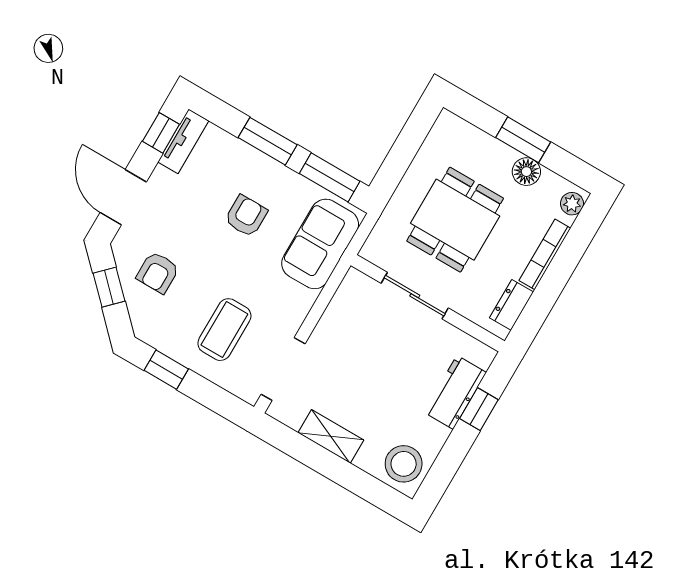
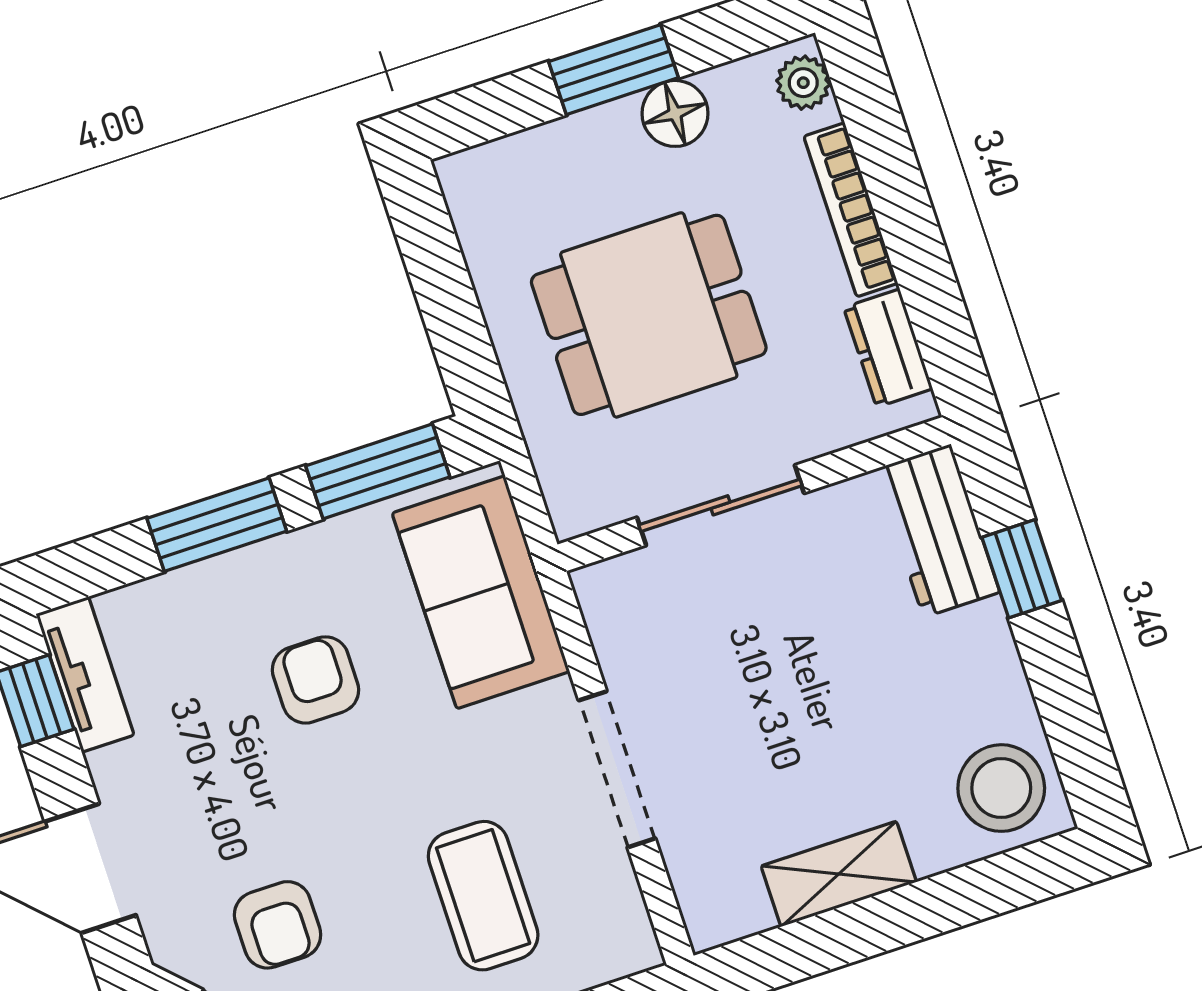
dining table: (455, 220) -> (649, 315), turned 90
doorway: (283, 369) -> (617, 769), moved
workbench: (455, 392) -> (937, 531), moved

